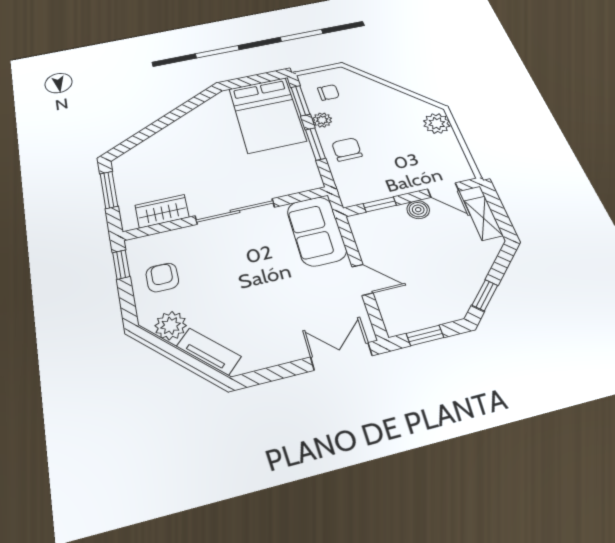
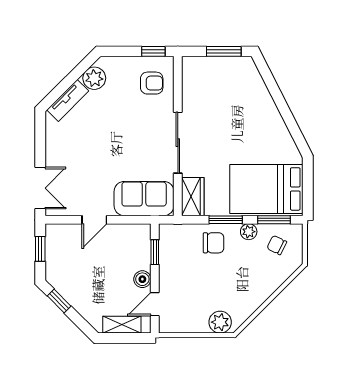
chair: (328, 92) -> (277, 245), turned 116
wardrobe: (162, 211) -> (193, 197), moved
armchair: (162, 277) -> (152, 83), moved

